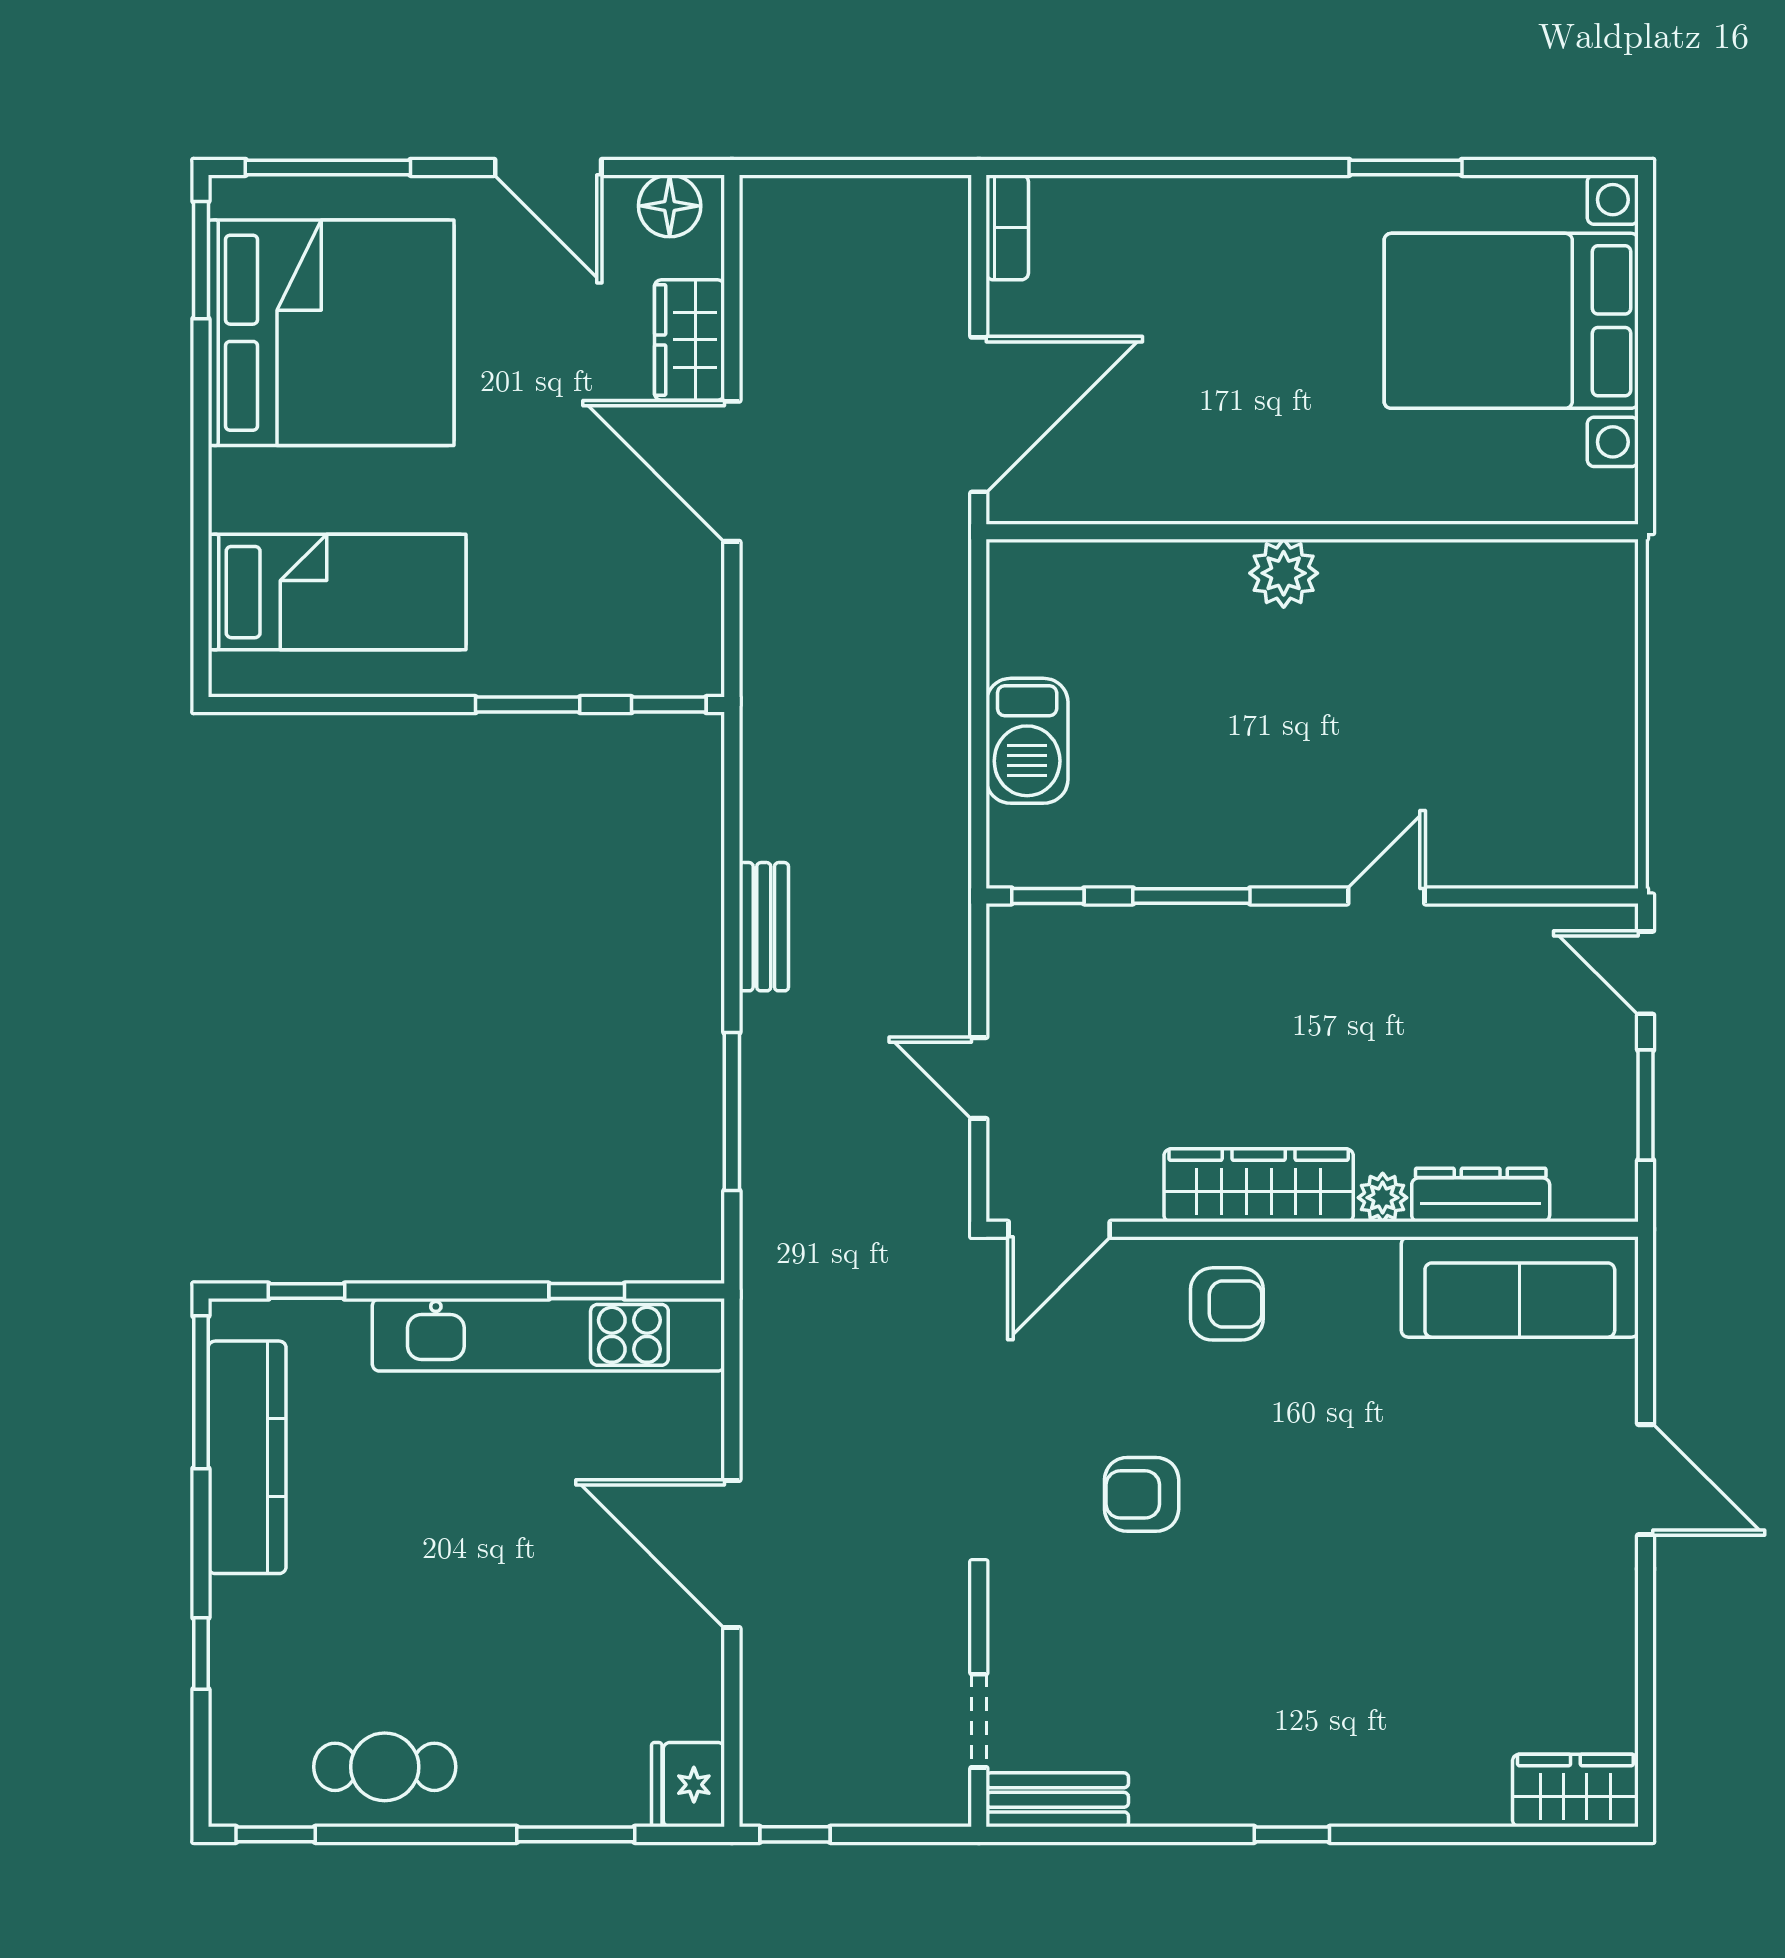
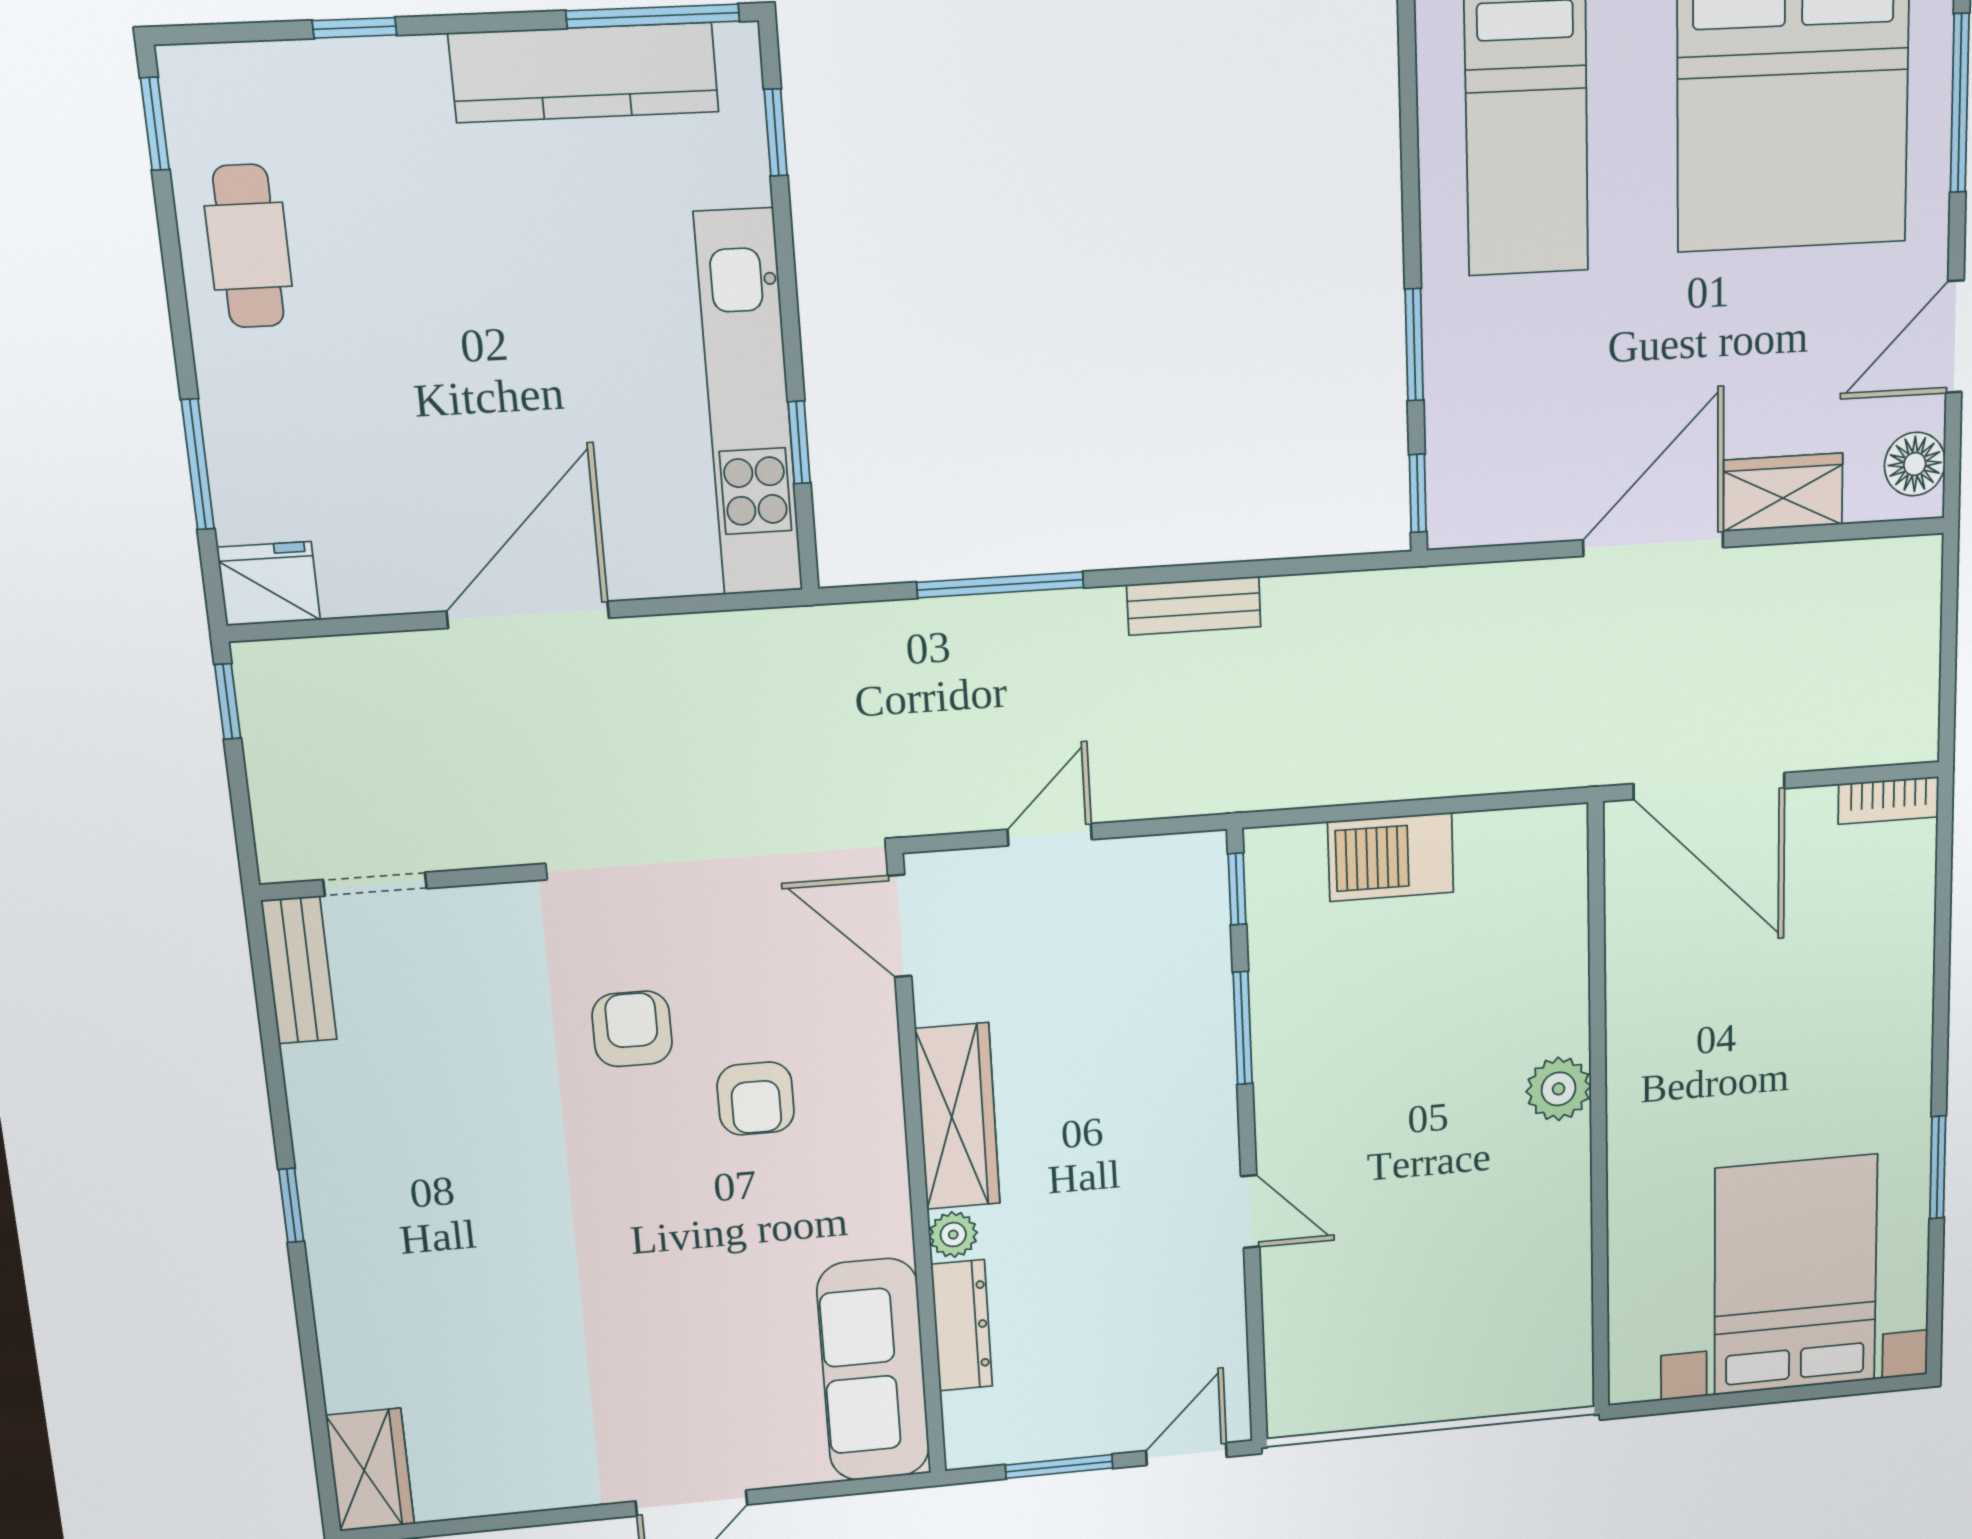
armchair: (1227, 1304) -> (756, 1099), moved

